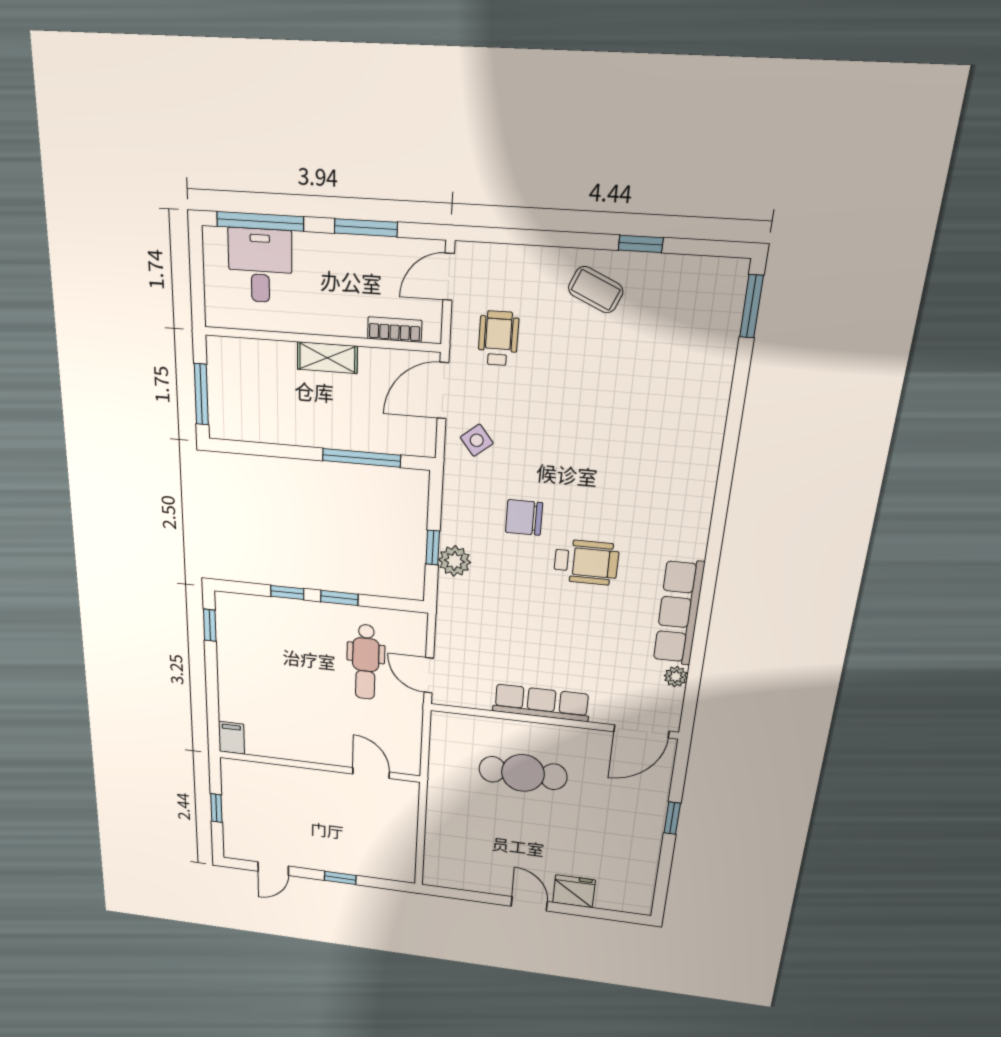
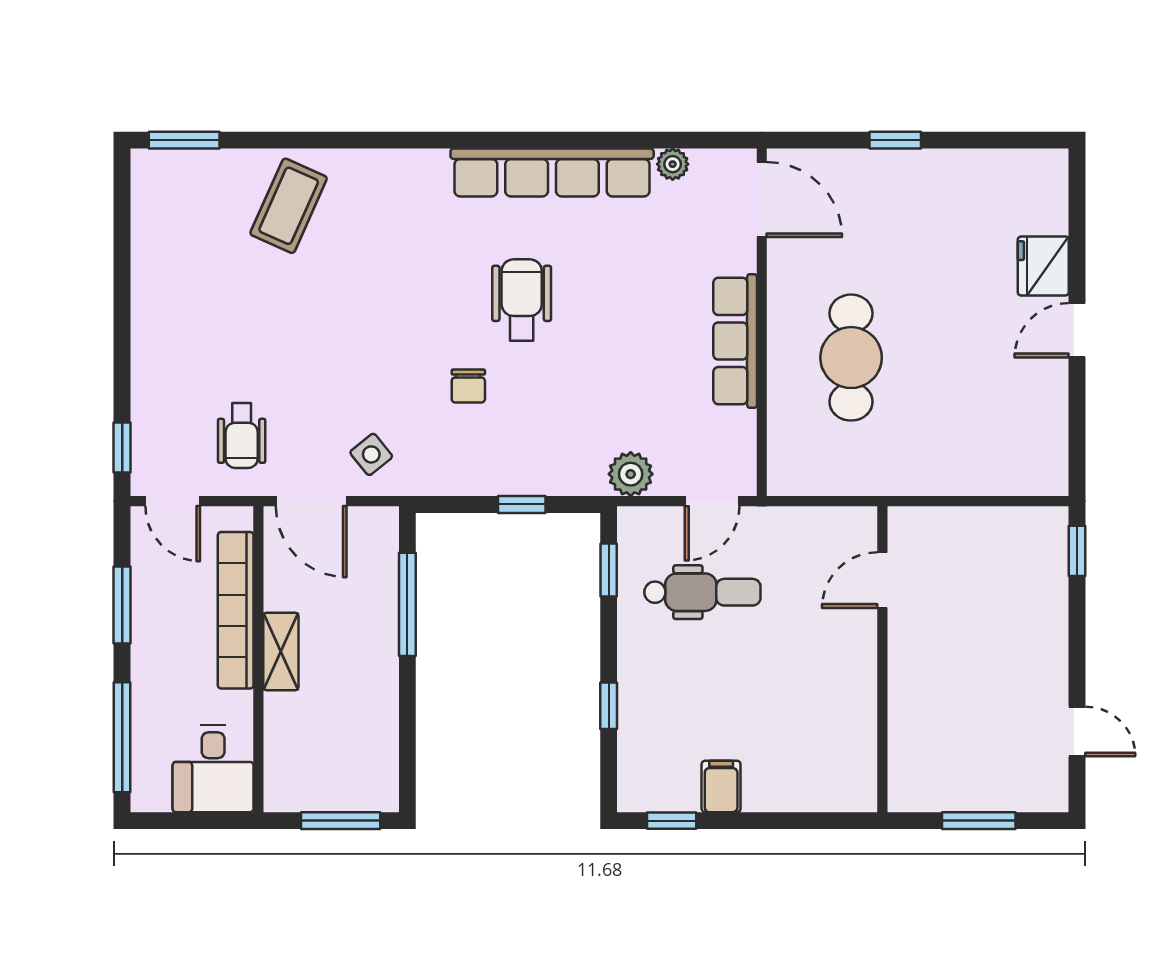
window: (641, 244) -> (122, 448), moved
desk: (260, 266) -> (213, 769), moved, turned -90
coffee table: (596, 290) -> (289, 206), moved, width x1.36, depth x1.30
bookcase: (395, 329) -> (236, 610), width x2.31, depth x1.31
wheelchair: (498, 338) -> (242, 436), turned -90
chair: (524, 518) -> (468, 386), width x0.73, depth x0.73
plant: (455, 561) -> (631, 474), moved
window: (339, 598) -> (609, 570), moved
row of seats: (679, 612) -> (552, 172), width x1.36
filing cabinet: (232, 738) -> (721, 786), moved, turned 90
window: (216, 808) -> (979, 821), width x1.50
window: (340, 878) -> (1077, 551), moved

